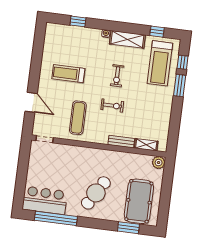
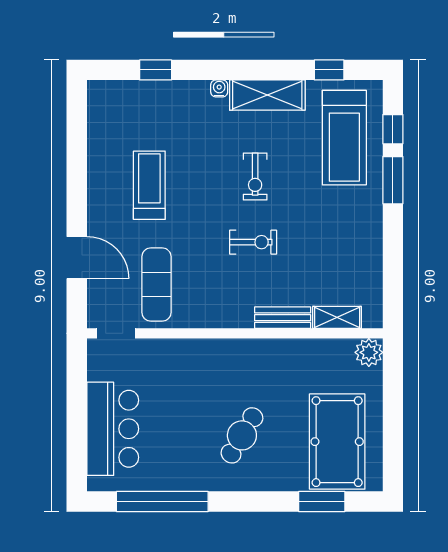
treadmill: (68, 74) -> (149, 185), turned 90
exercise mat: (78, 118) -> (156, 285), moved
cafe table: (96, 193) -> (242, 435), width x0.73, depth x0.74
bar counter: (45, 200) -> (113, 429), moved, turned 90

